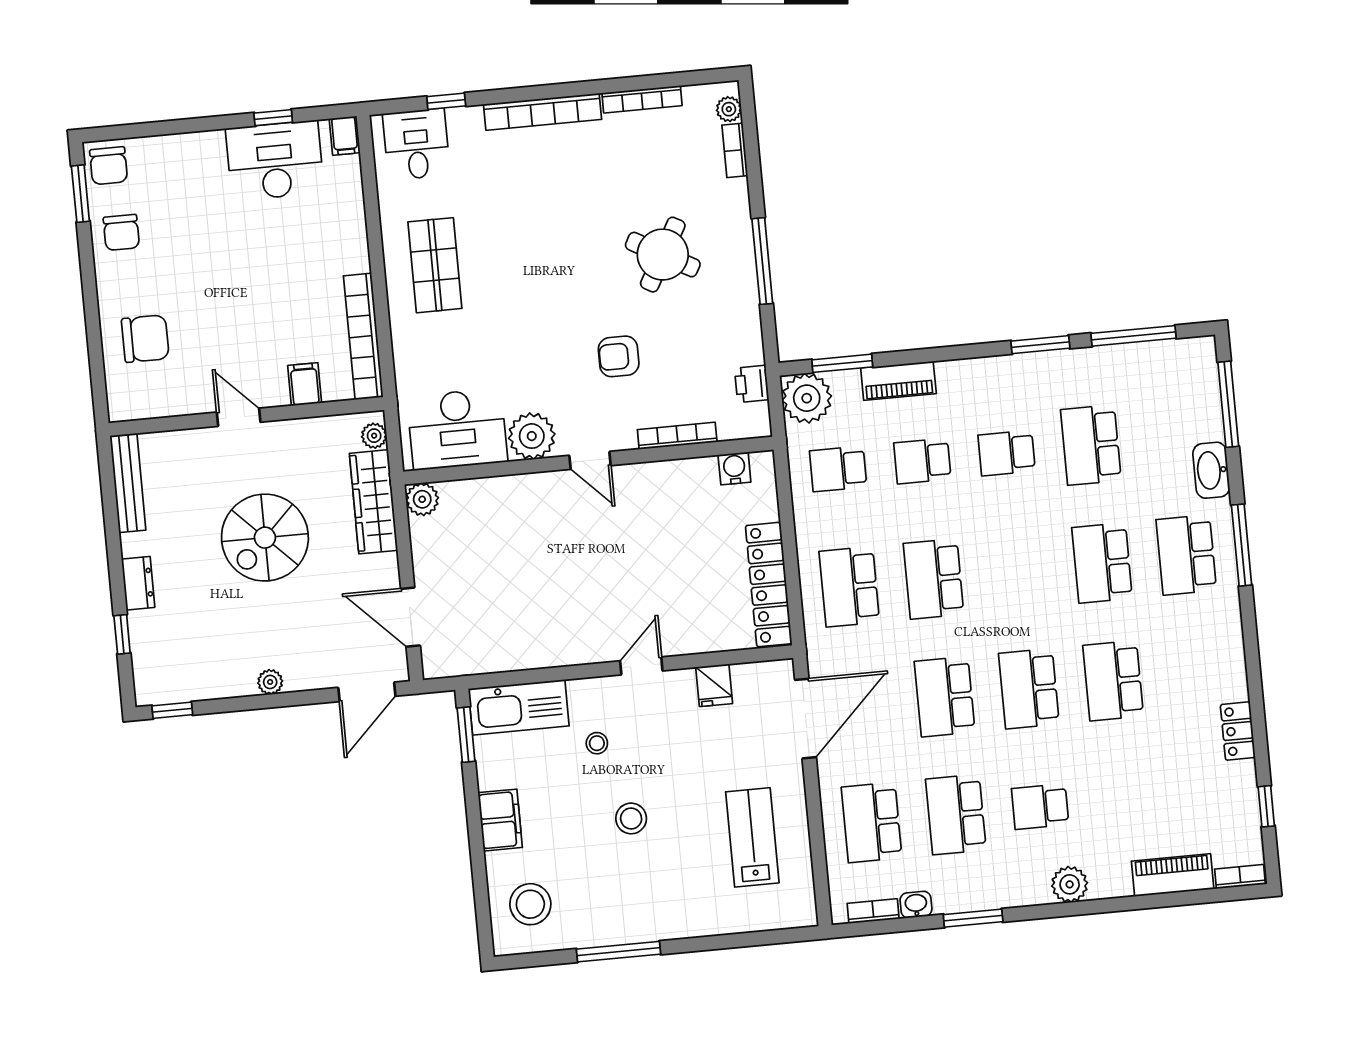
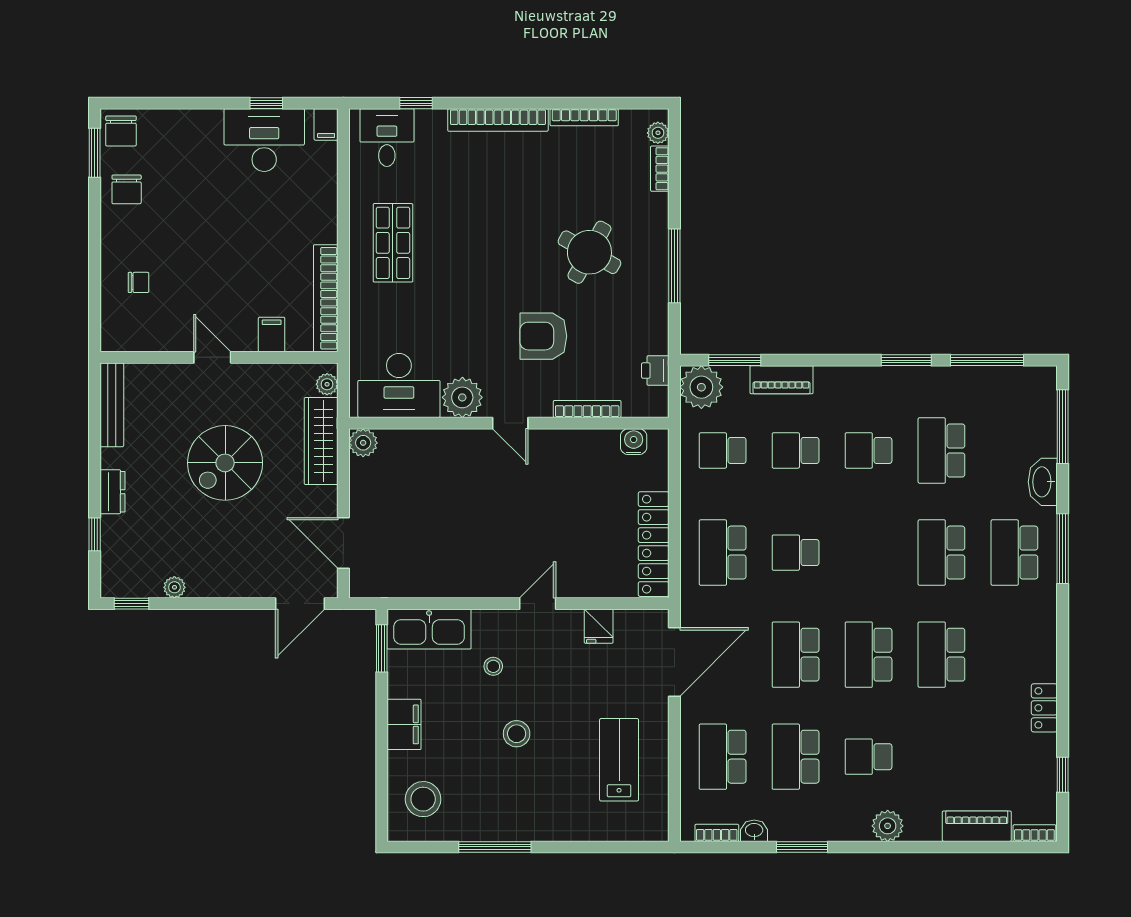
chair: (145, 339) -> (138, 282), width x0.54, depth x0.54
armchair: (619, 356) -> (543, 336), width x1.38, depth x1.38
school desk: (934, 579) -> (796, 553), width x0.54
plant: (270, 682) -> (174, 587), moved

